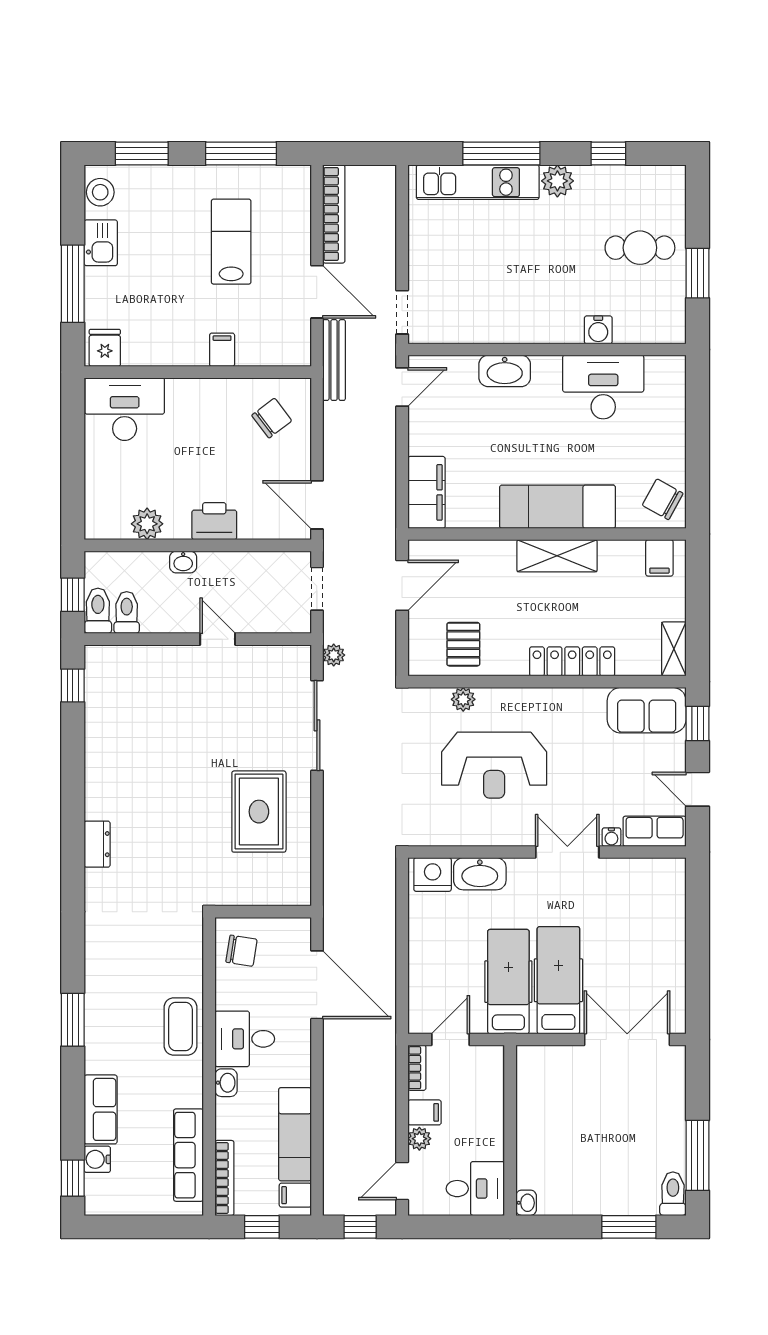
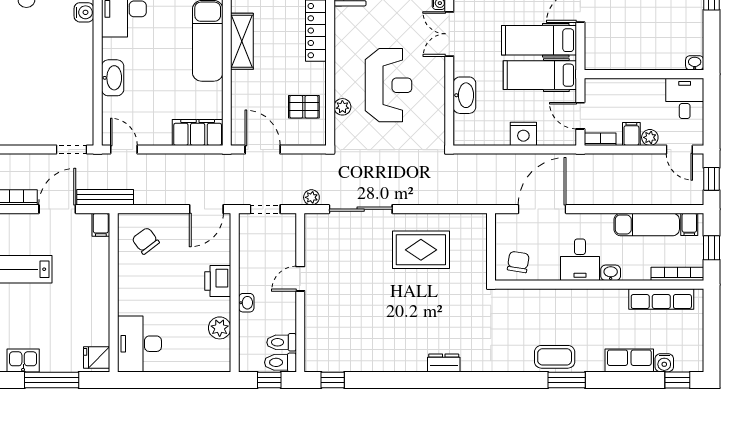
filing cabinet: (222, 350) -> (101, 225), moved, turned -90
nightstand: (433, 875) -> (523, 134), moved, turned -90
coffee table: (180, 1026) -> (555, 357), moved

